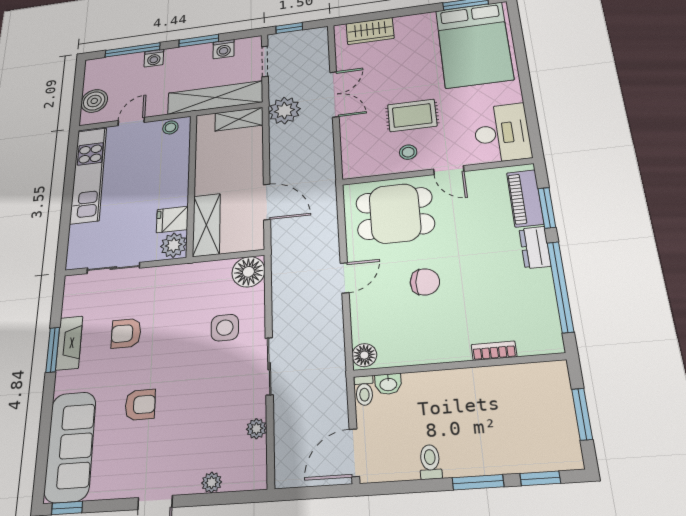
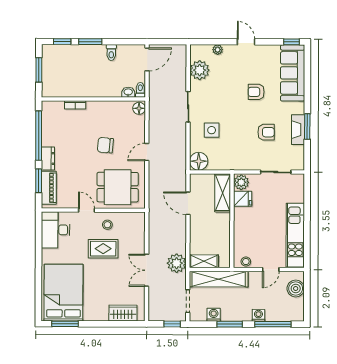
plant: (256, 429) -> (200, 70), width x1.88, depth x1.88

